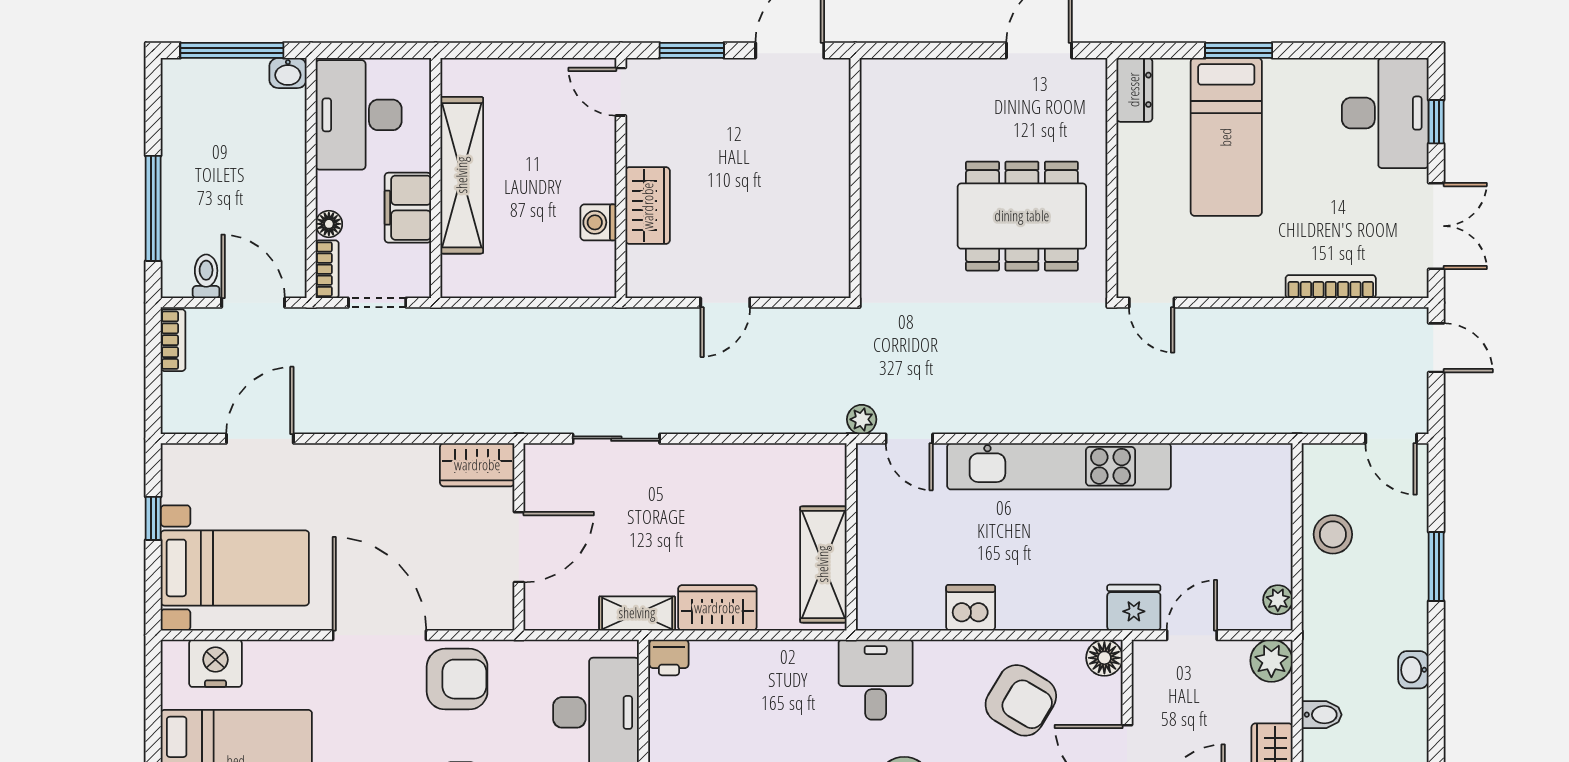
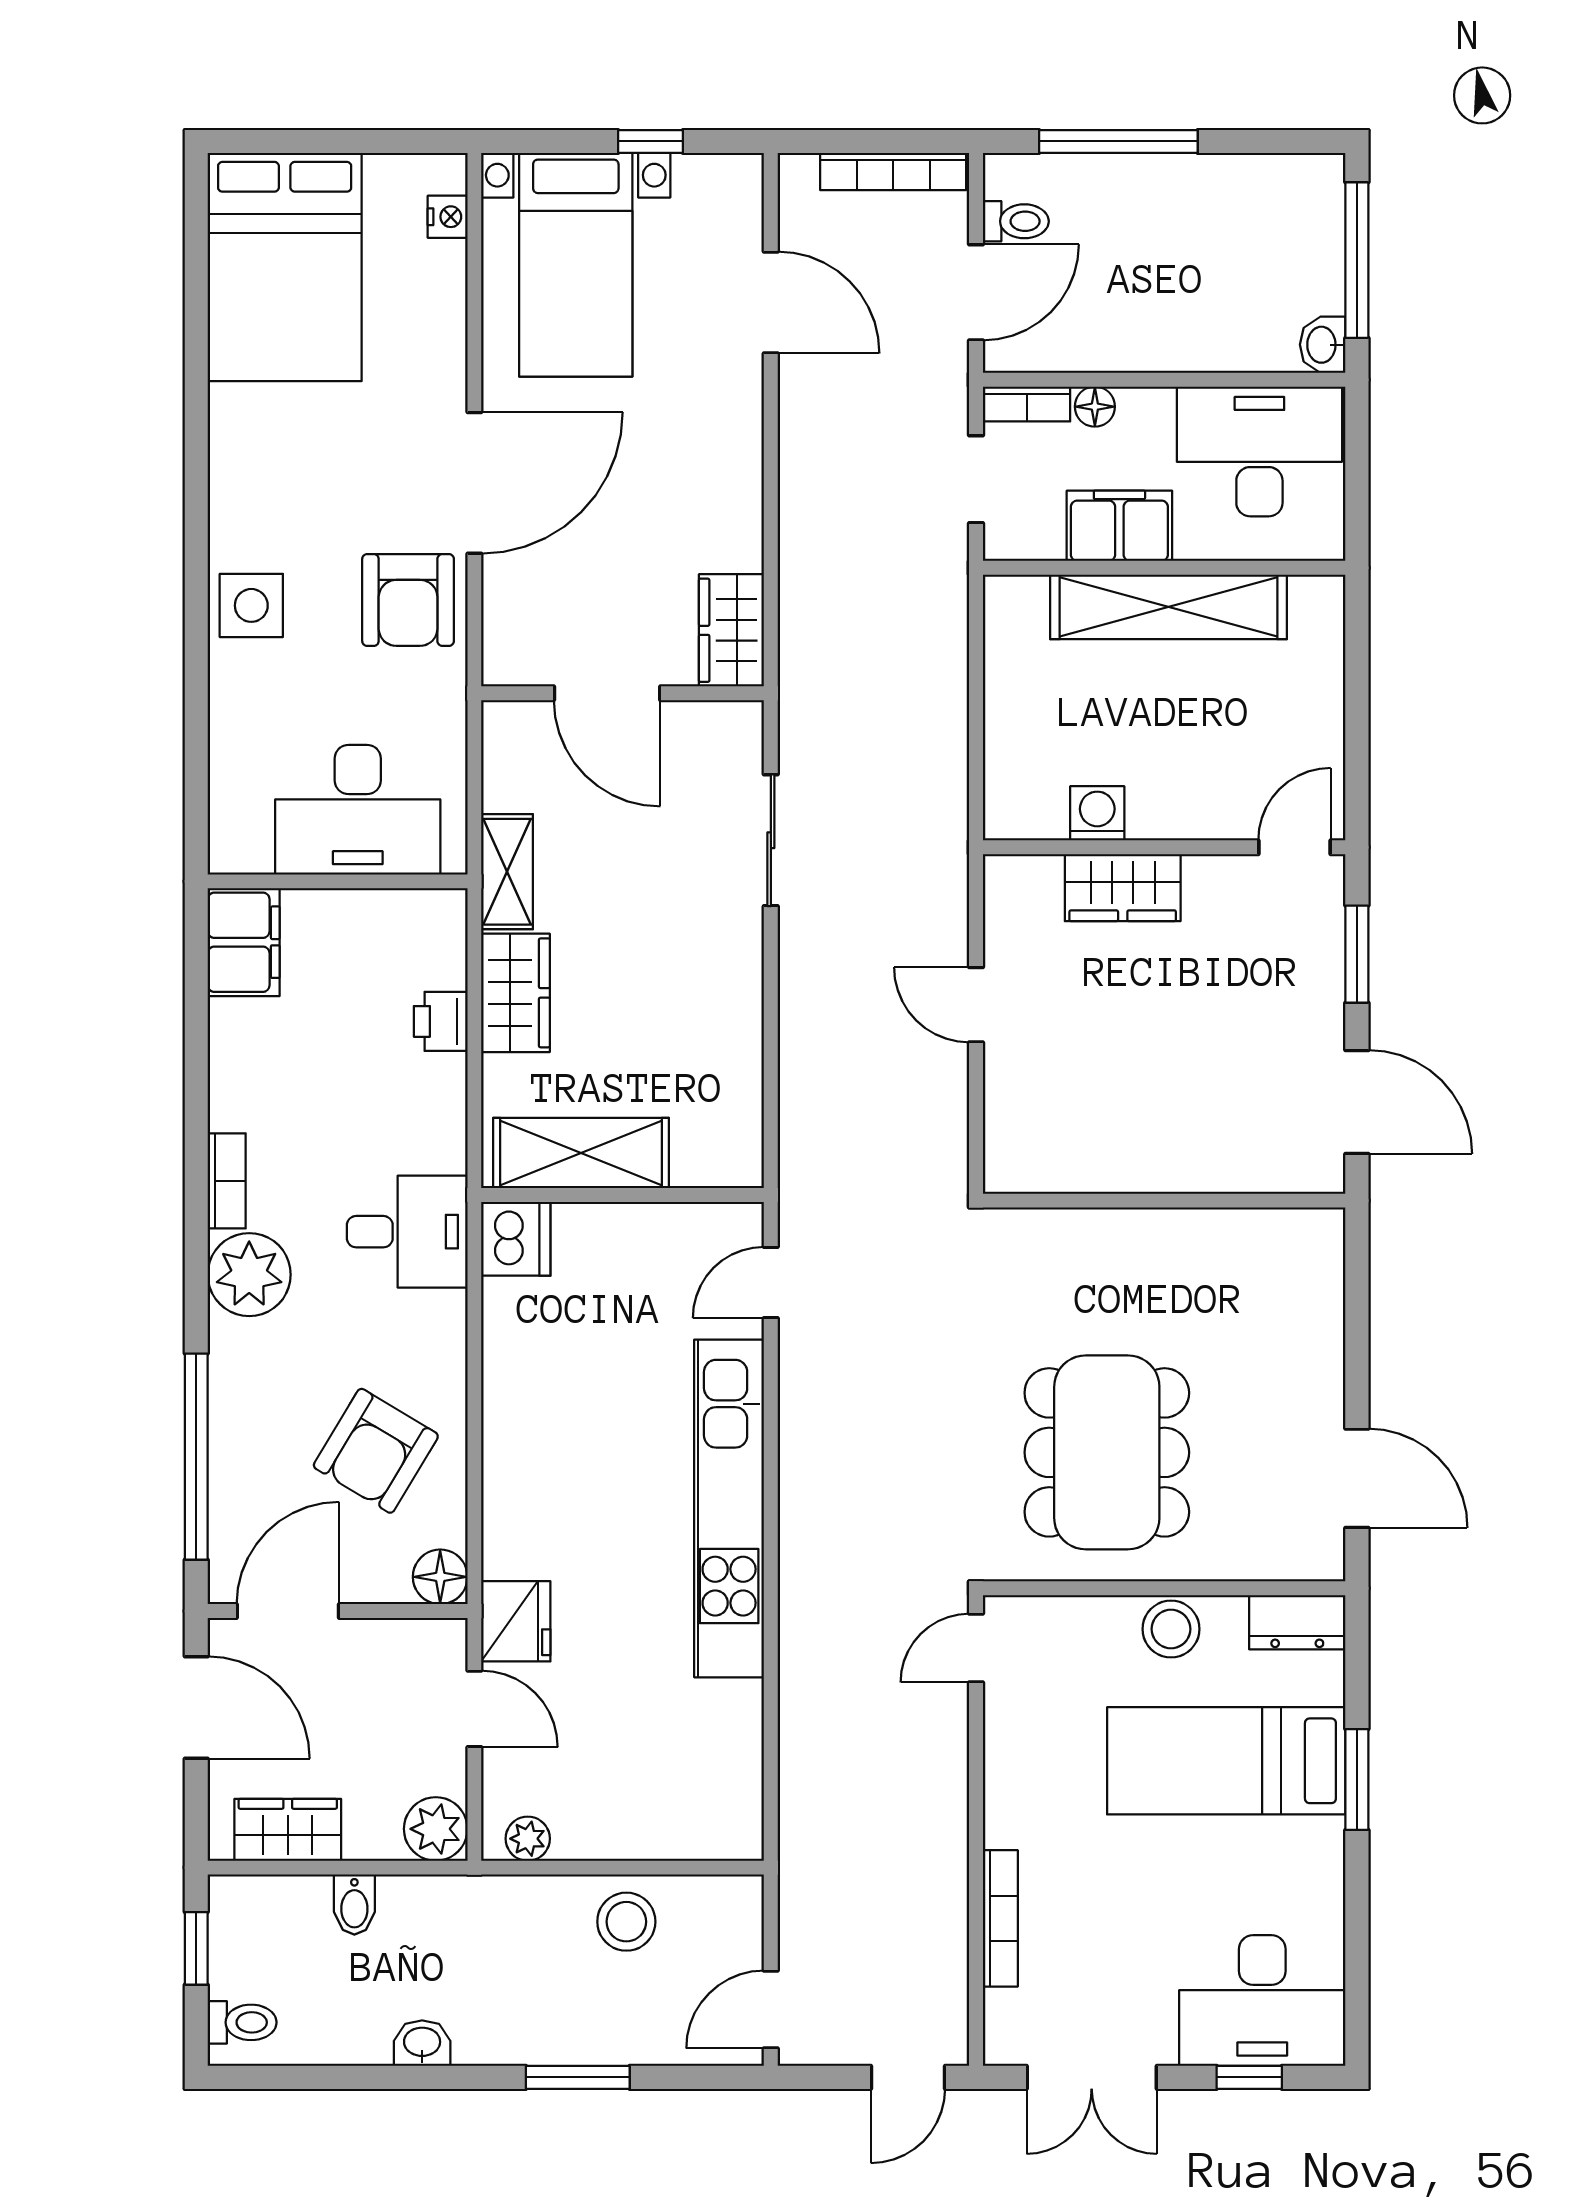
stool: (1139, 174) -> (1171, 1629), added
bookcase: (173, 340) -> (893, 171), width x1.56
plant: (862, 419) -> (800, 1211), removed
dishwasher: (971, 608) -> (516, 1239), moved
printer: (669, 657) -> (441, 1021), moved
nightstand: (215, 663) -> (448, 217), width x0.53, depth x0.56

